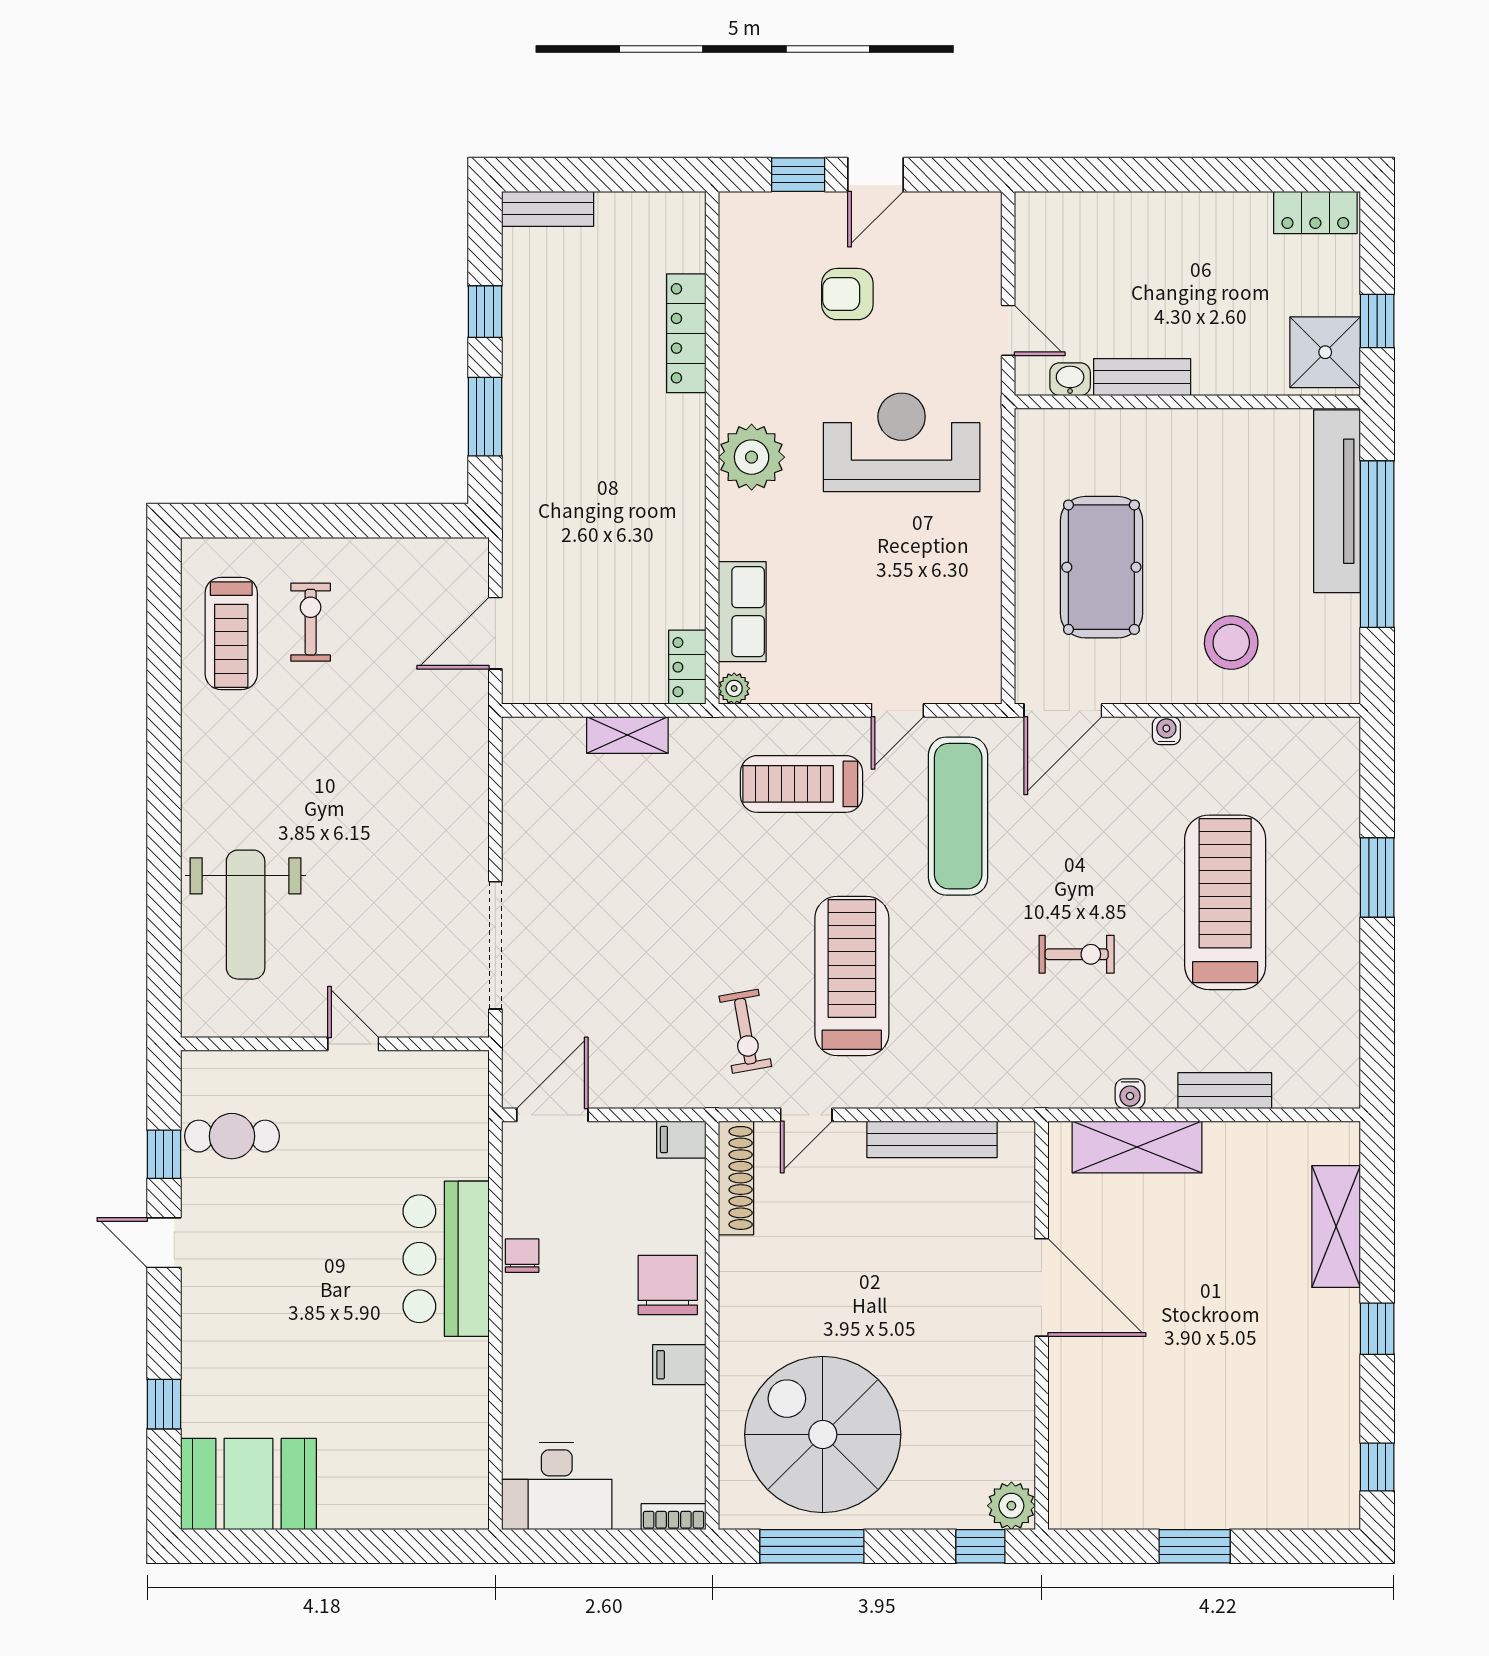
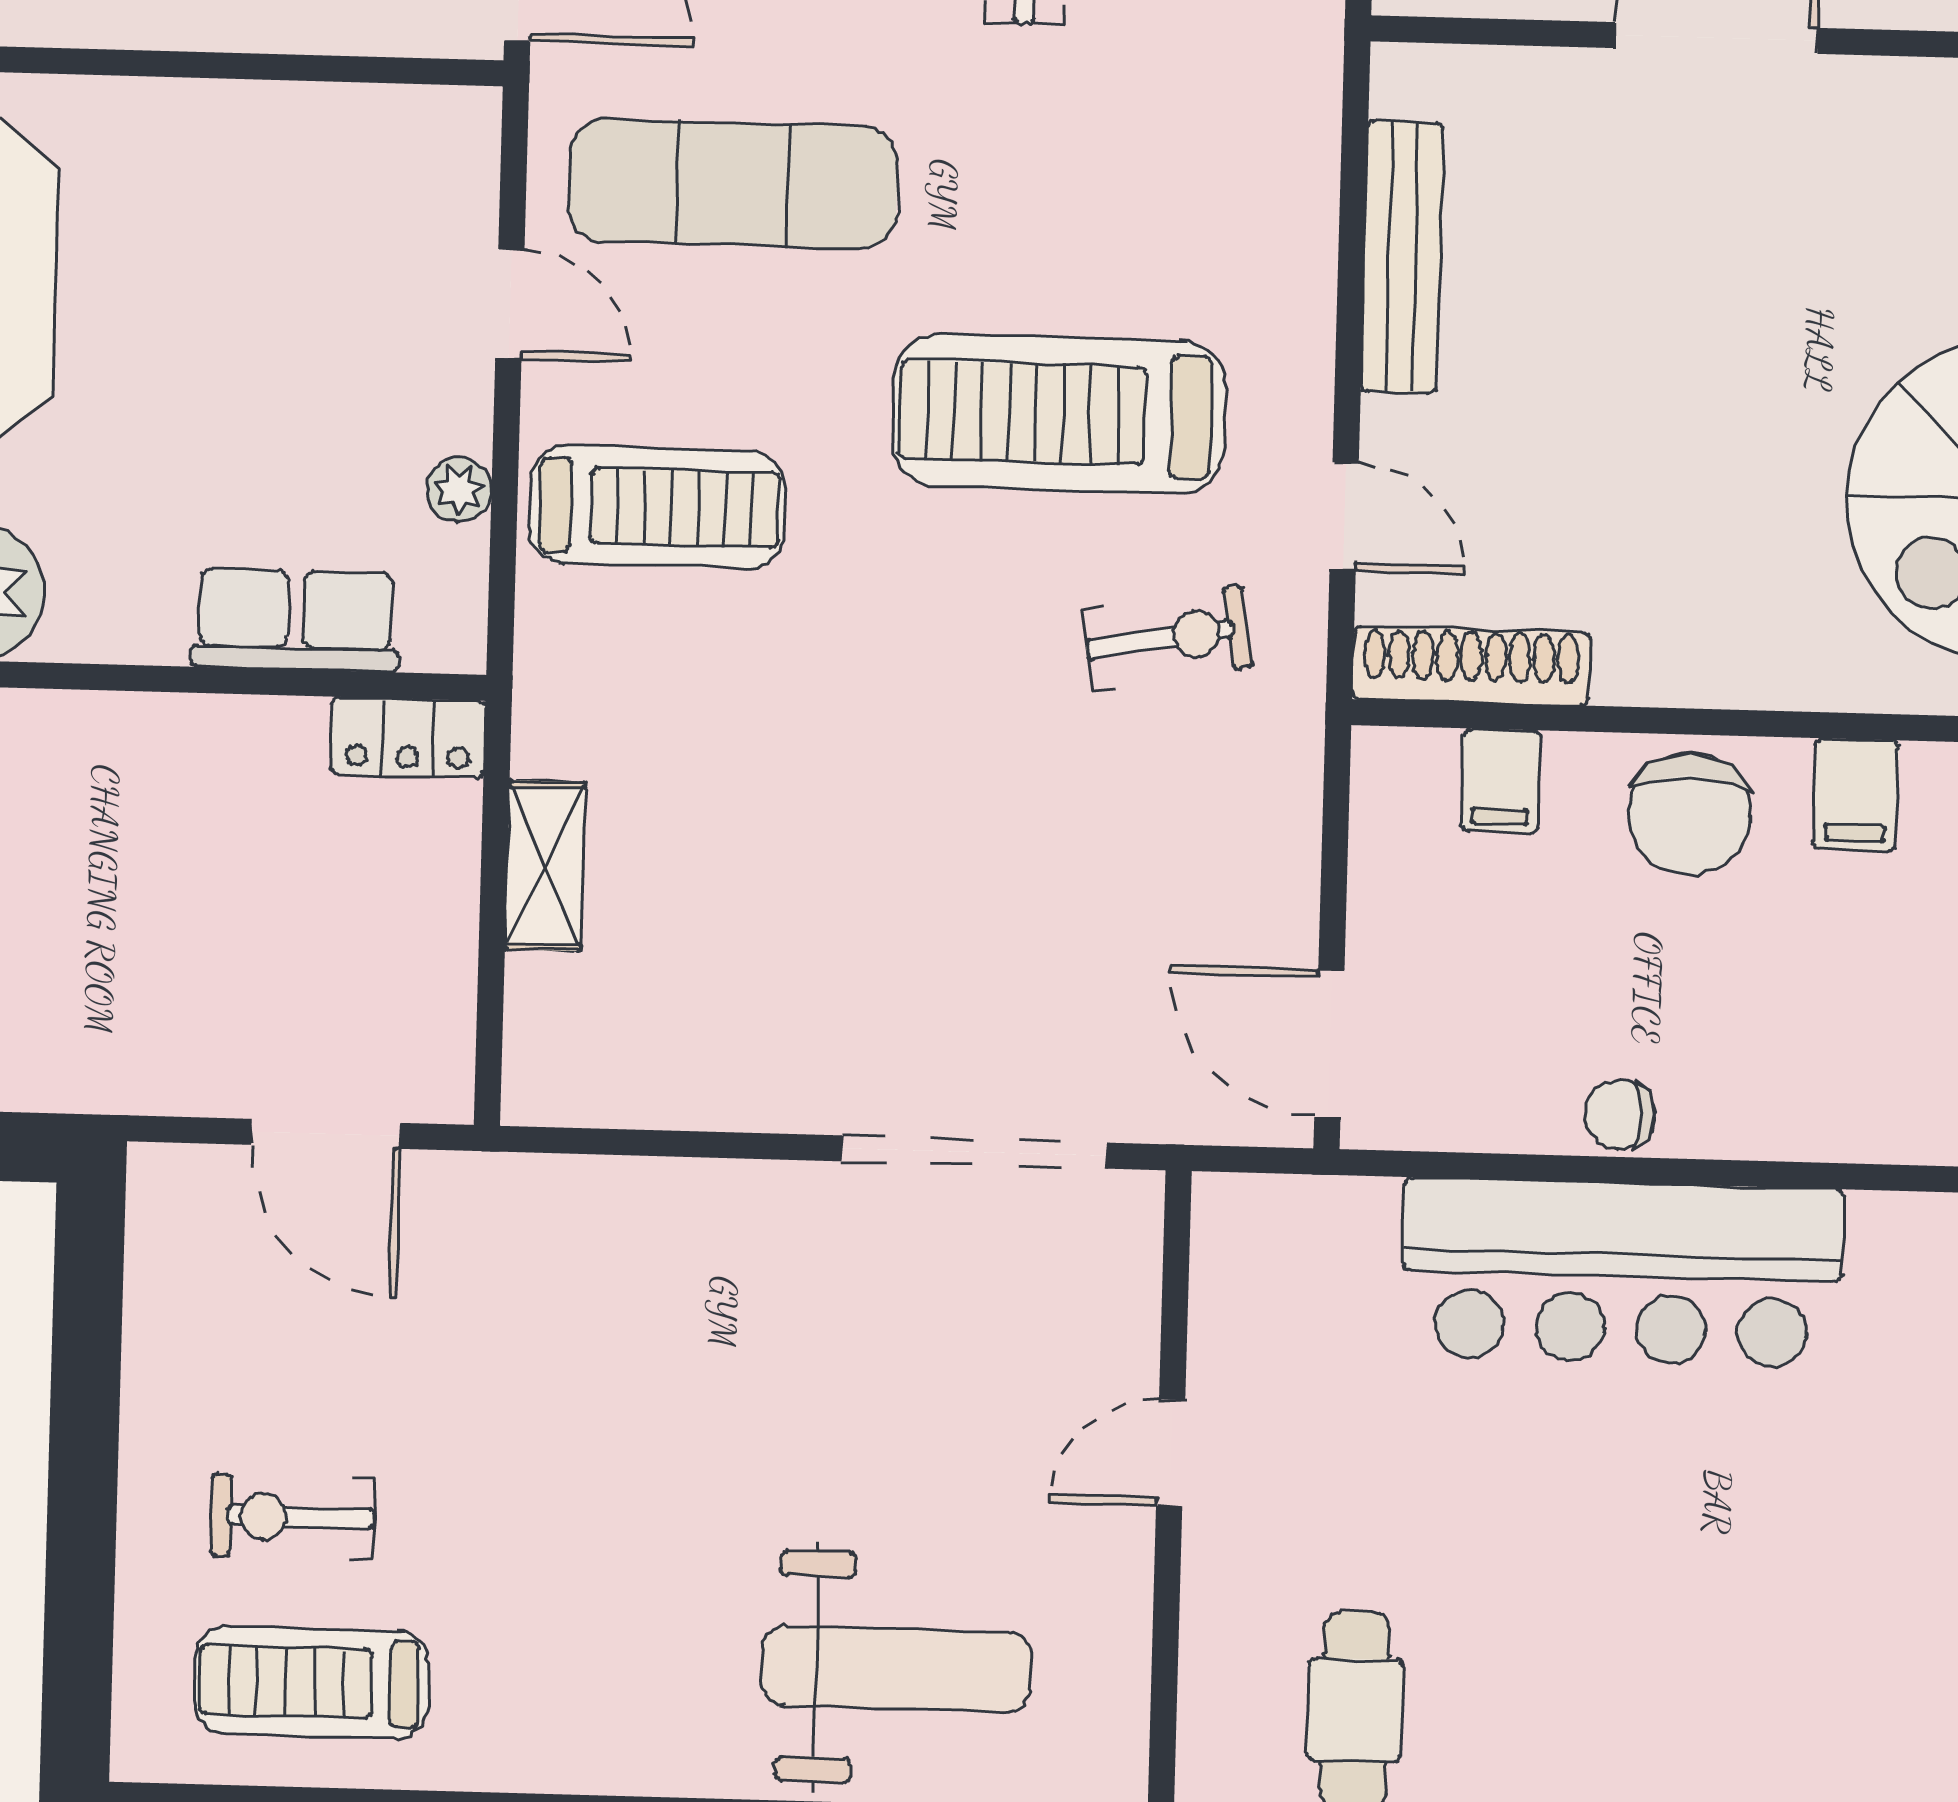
treadmill: (231, 633) -> (311, 1682), turned 180
plant: (734, 688) -> (459, 489), moved
treadmill: (802, 784) -> (657, 507), turned -90
filing cabinet: (681, 1140) -> (1501, 781), moved
bar counter: (446, 1259) -> (1622, 1273), width x1.36
chair: (668, 1285) -> (1690, 814), turned -90

